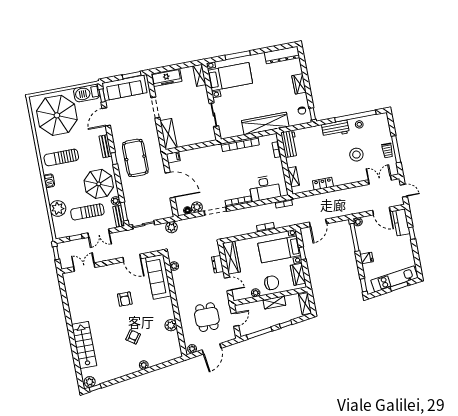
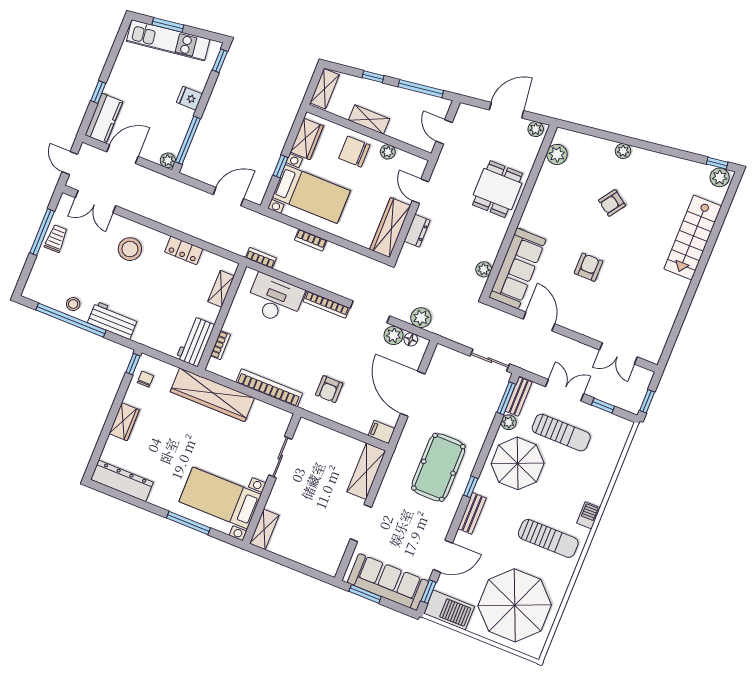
freezer: (166, 78) -> (316, 557), removed
stool: (356, 155) -> (130, 249), moved
armchair: (211, 162) -> (329, 389), added
plant: (58, 208) -> (602, 466), removed
door: (381, 211) -> (122, 154), hinge flipped
plant: (171, 227) -> (421, 318), moved
dining table: (207, 317) -> (498, 189), moved
door: (235, 320) -> (444, 132), hinge flipped
plant: (171, 325) -> (557, 154), moved

